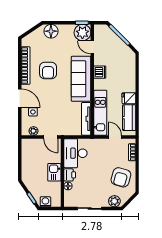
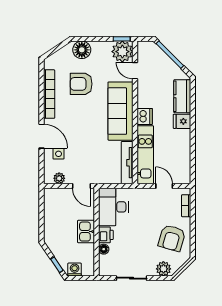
armchair: (48, 70) -> (81, 84), moved, turned 90
dishwasher: (100, 72) -> (145, 116), moved
fridge: (129, 98) -> (182, 121), moved
kitchen counter: (129, 118) -> (182, 96), moved

